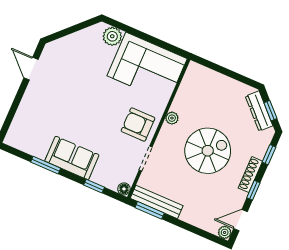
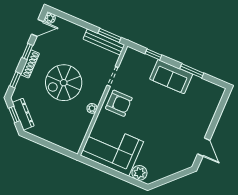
floor lamp: (124, 189) -> (130, 52), removed

